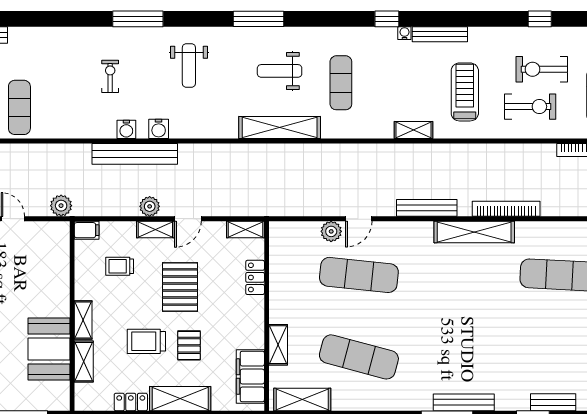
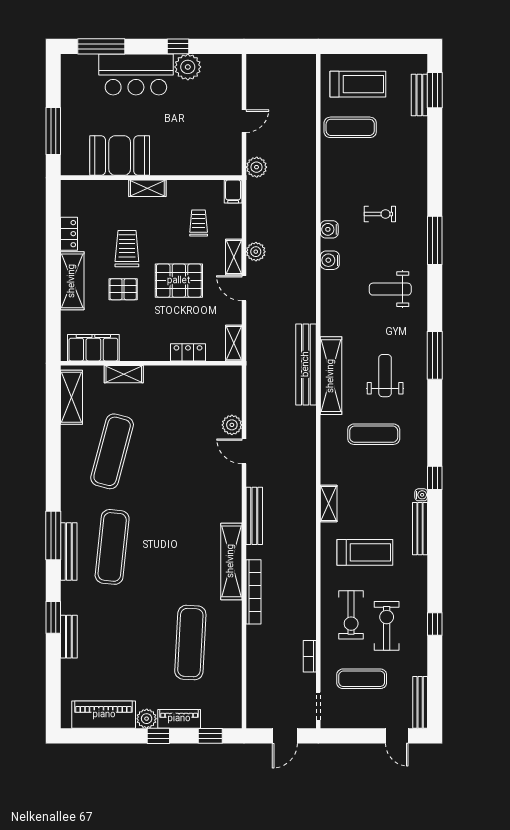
bench: (135, 154) -> (306, 364), moved
exercise mat: (359, 275) -> (112, 547), moved
shelving: (84, 362) -> (108, 189), removed

